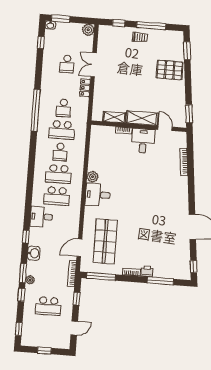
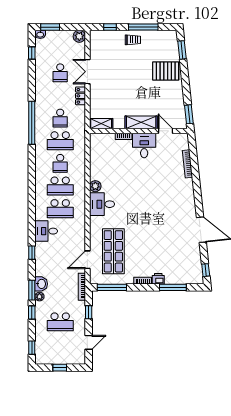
shelving: (114, 117) -> (101, 124), moved
washbasin: (34, 253) -> (41, 284), moved

